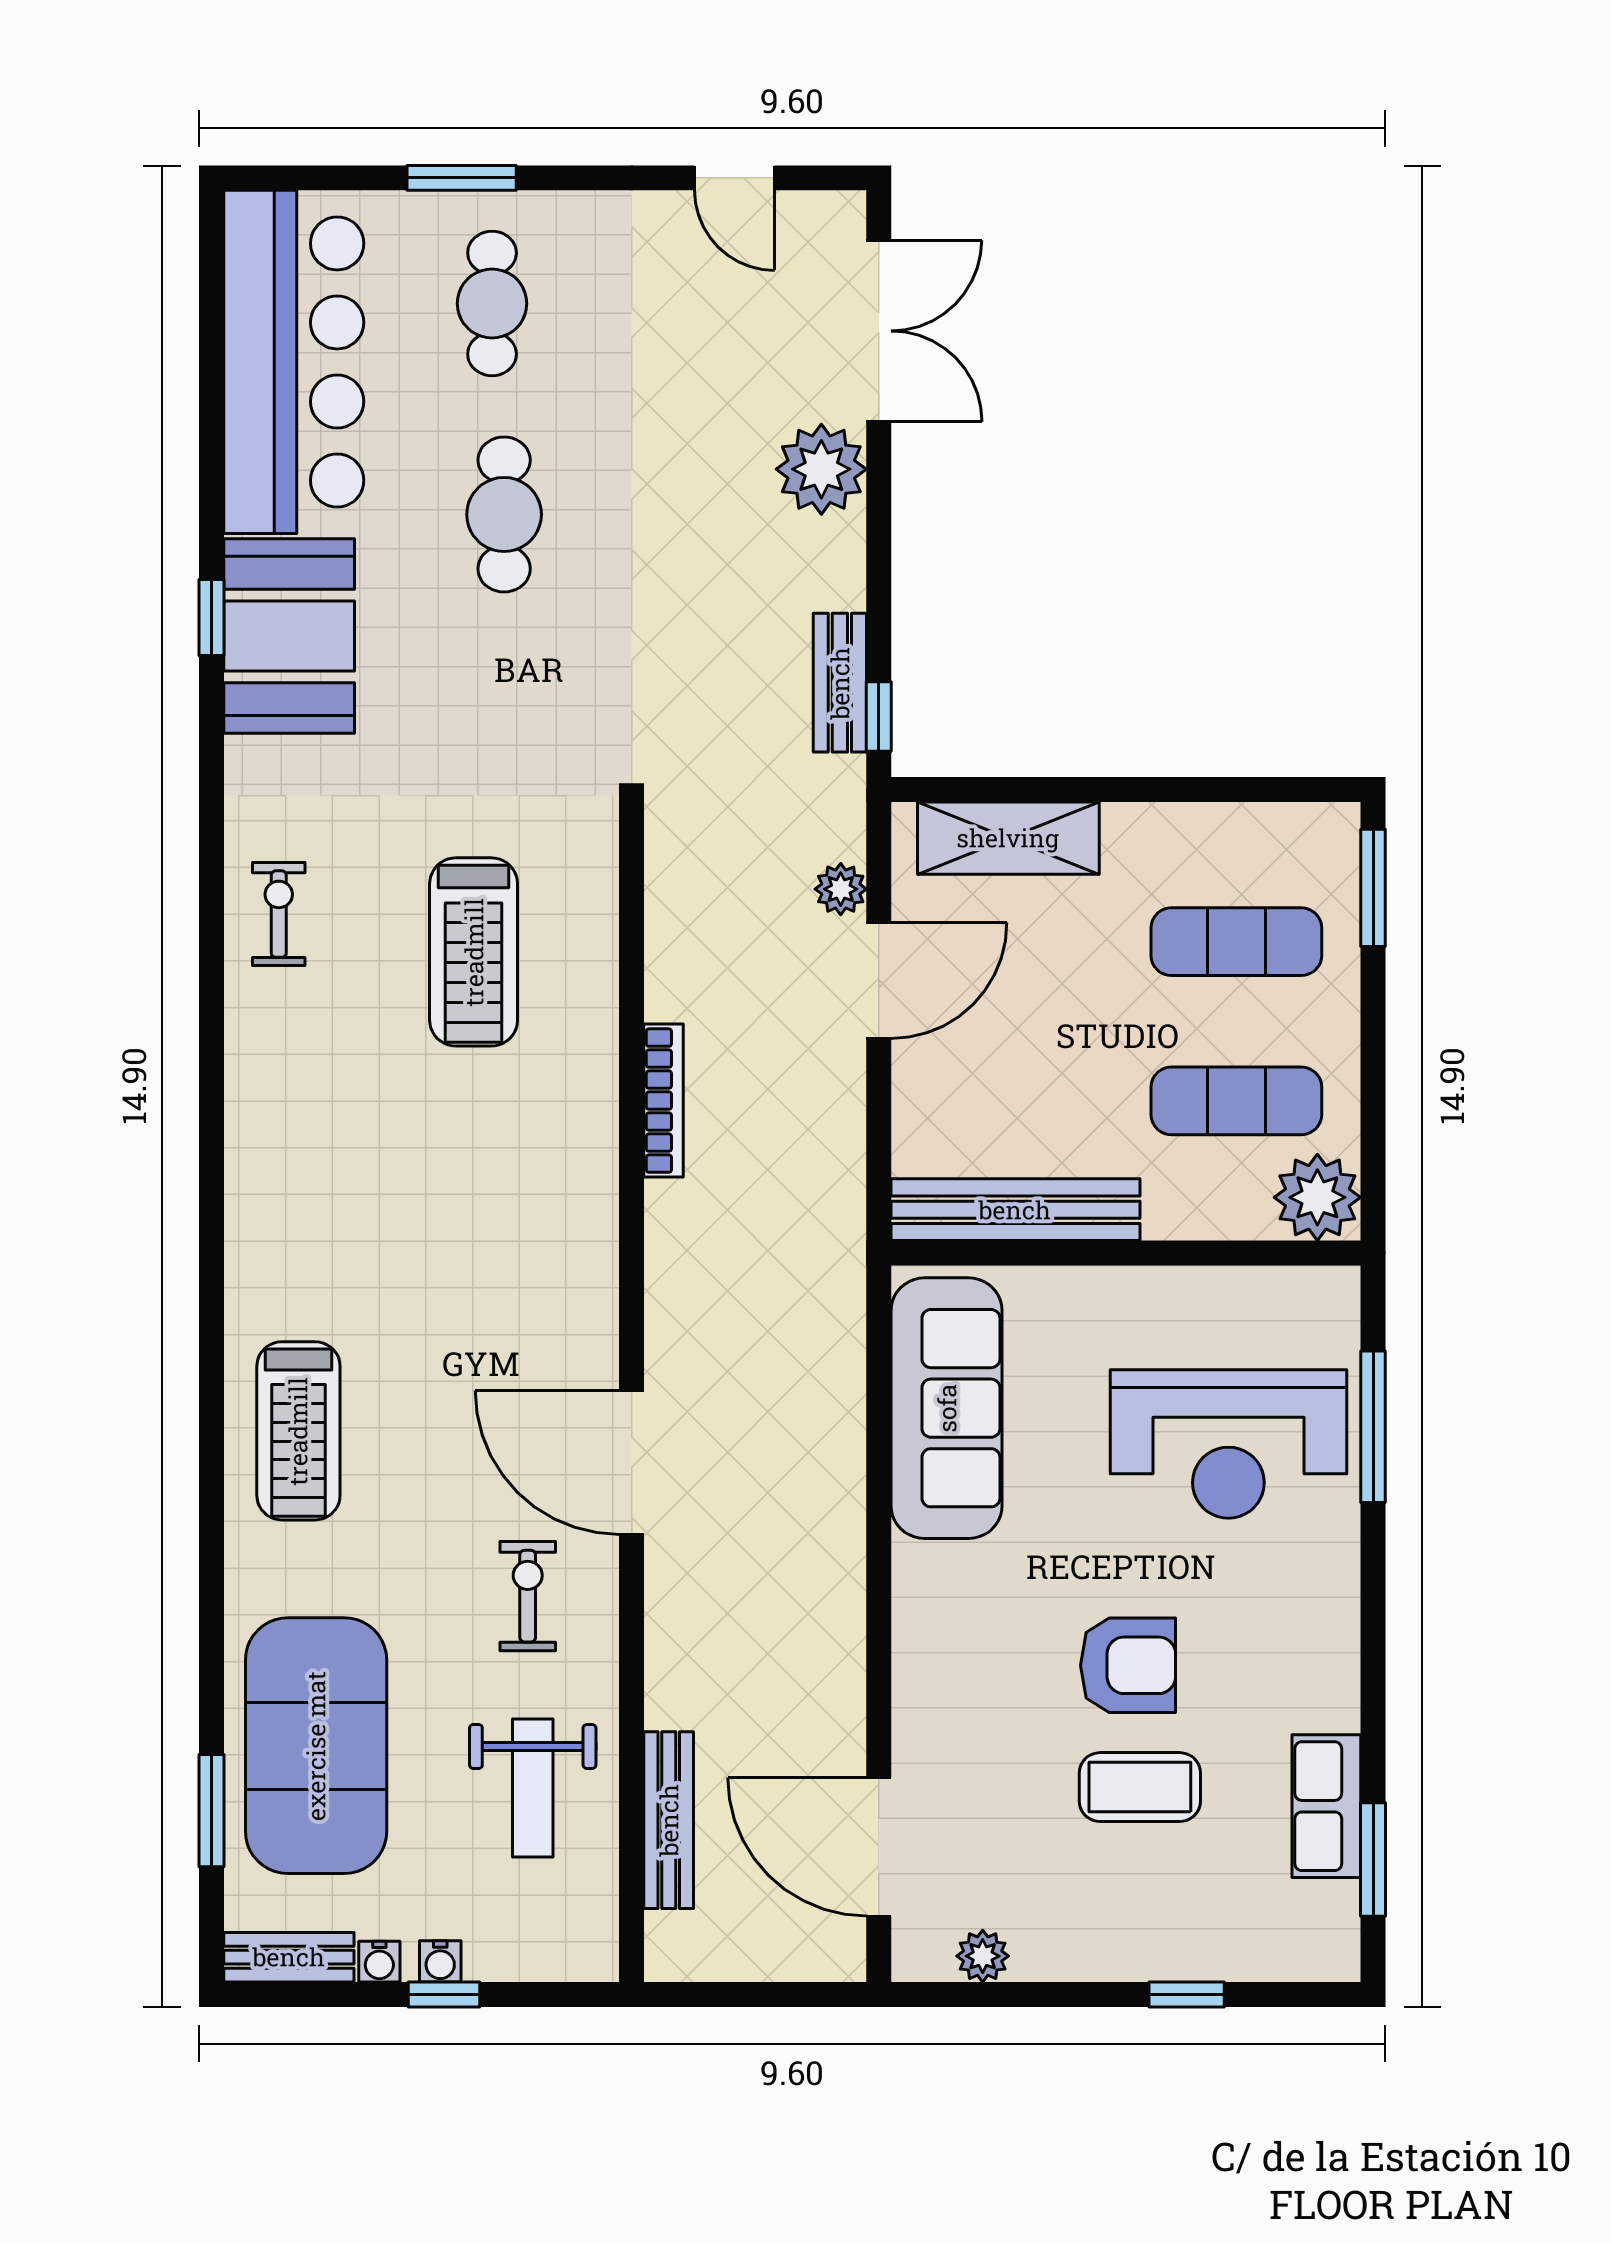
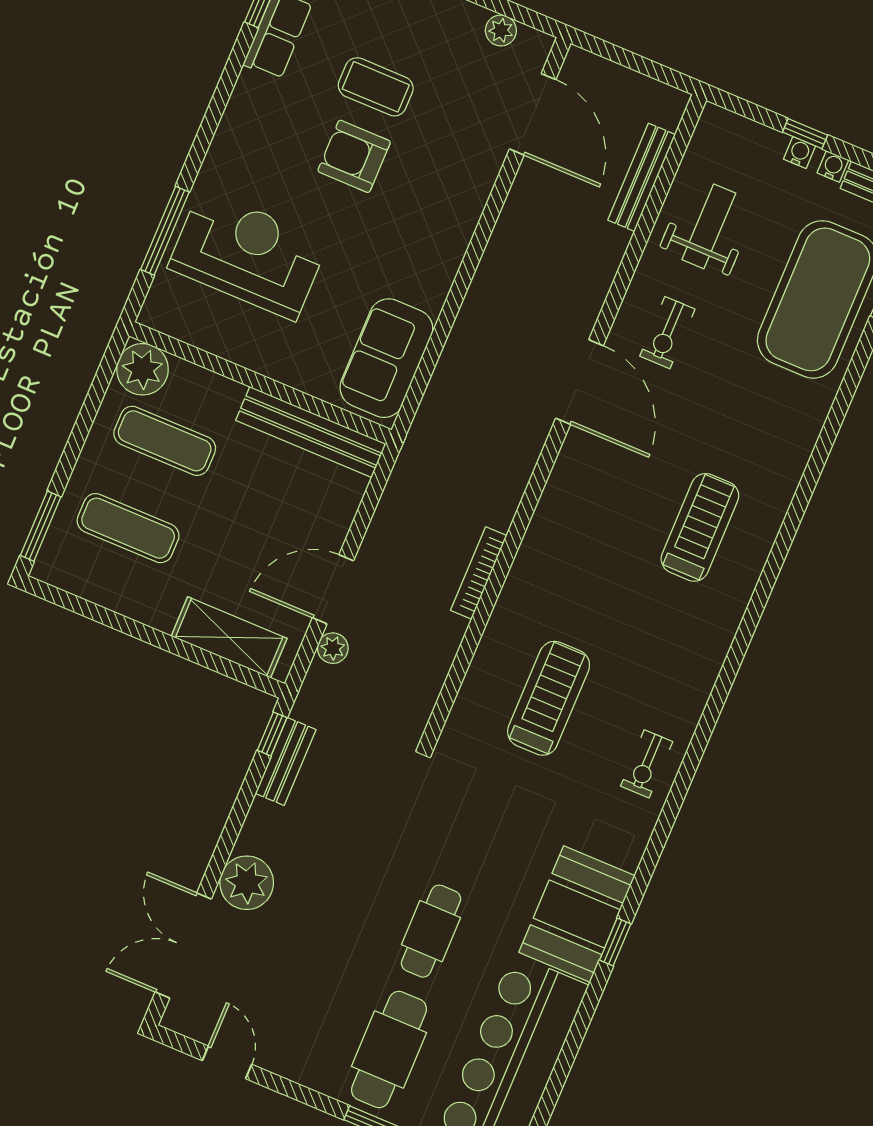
cafe table: (492, 303) -> (389, 1050), width x1.37, depth x1.35
sofa: (947, 1408) -> (386, 358), width x0.73
treadmill: (298, 1431) -> (700, 527), moved

